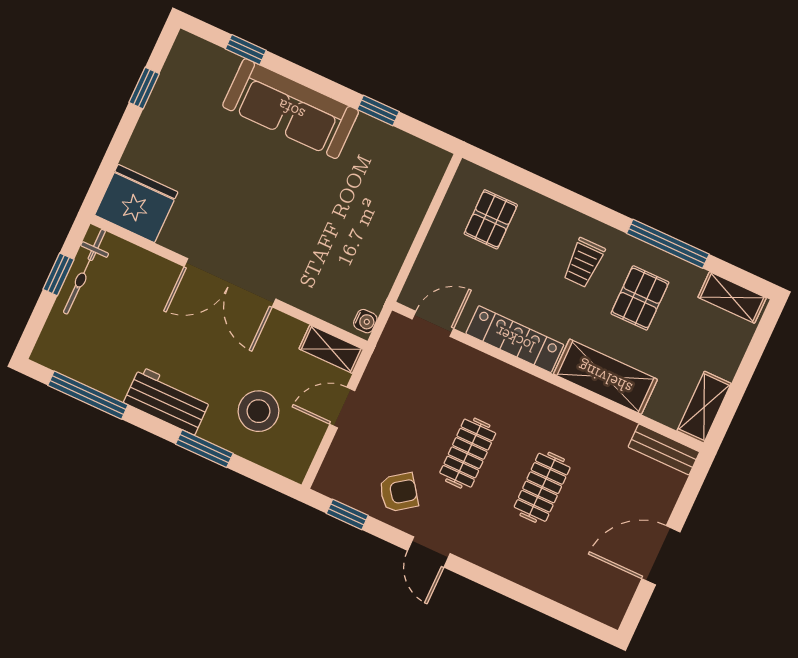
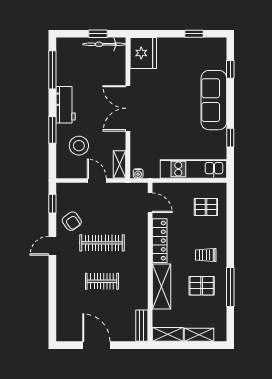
kitchen unit: (406, 210) -> (193, 169), added
shelving: (732, 298) -> (199, 335), moved, turned 90
clothes rail: (468, 453) -> (102, 243), width x1.36

